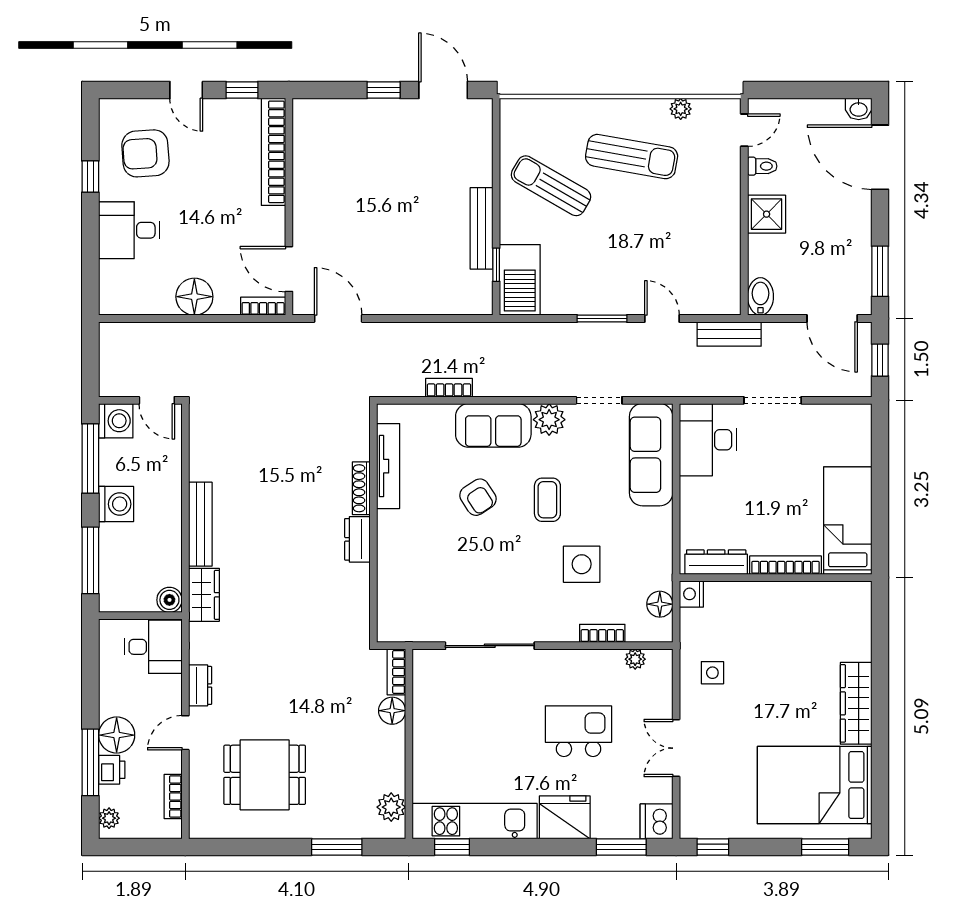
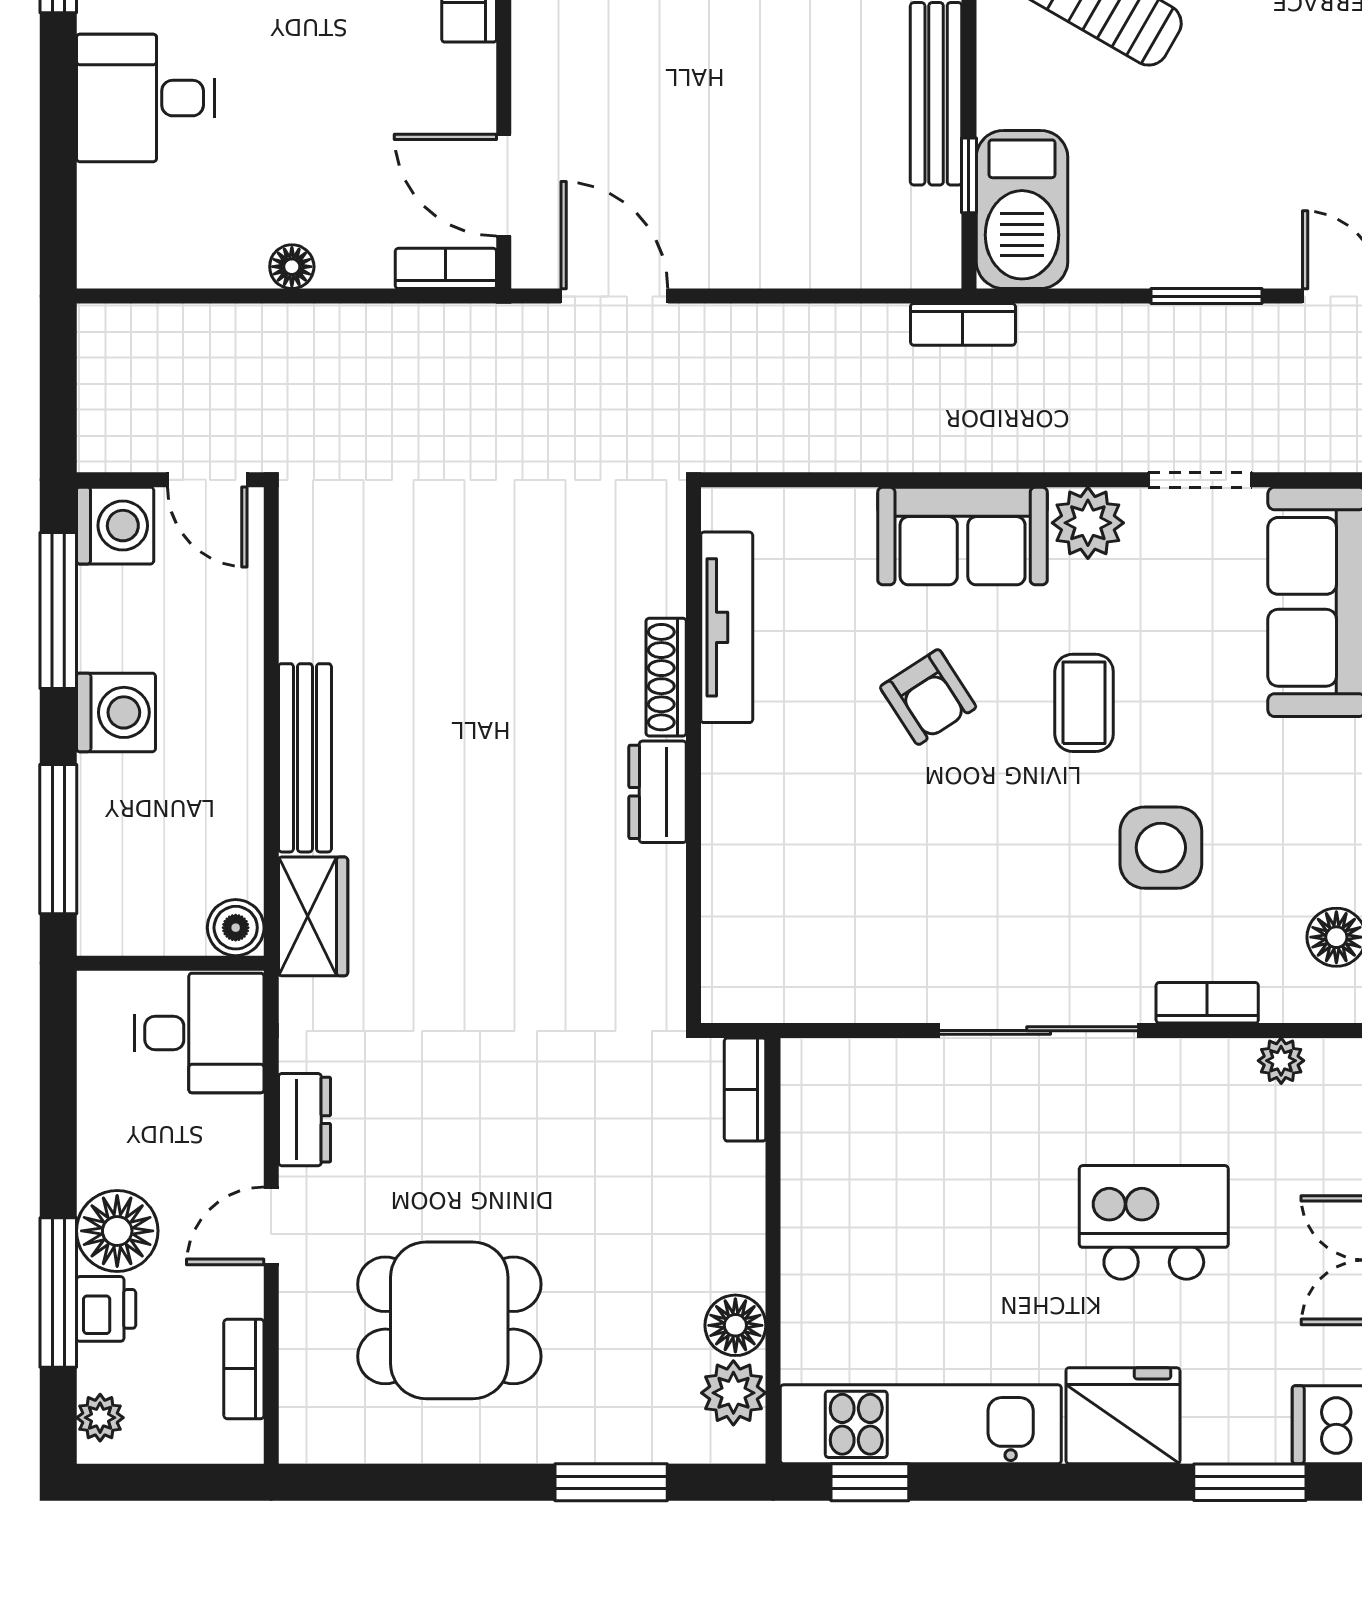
floor lamp: (194, 297) -> (292, 267), width x0.53, depth x0.53
bookcase: (449, 388) -> (963, 324), moved, turned 180
sliding door: (490, 646) -> (1039, 1031), moved
floor lamp: (392, 711) -> (735, 1325), moved

